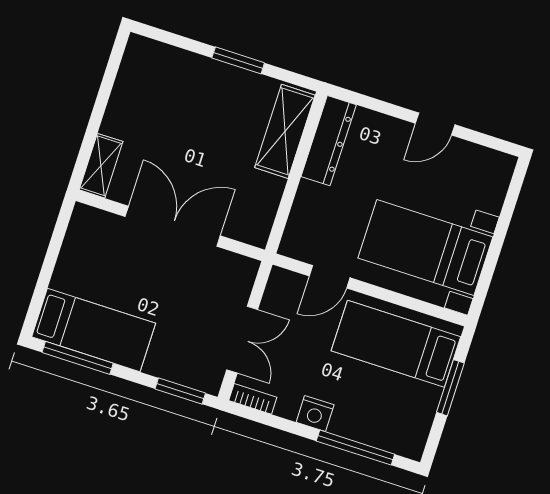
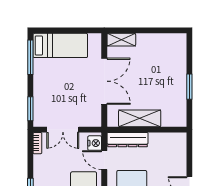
shelving: (285, 131) -> (140, 118), moved
dresser: (329, 141) -> (128, 140), moved
bed: (94, 330) -> (60, 45), moved, turned -90
nightstand: (315, 414) -> (95, 143), moved, turned 180

